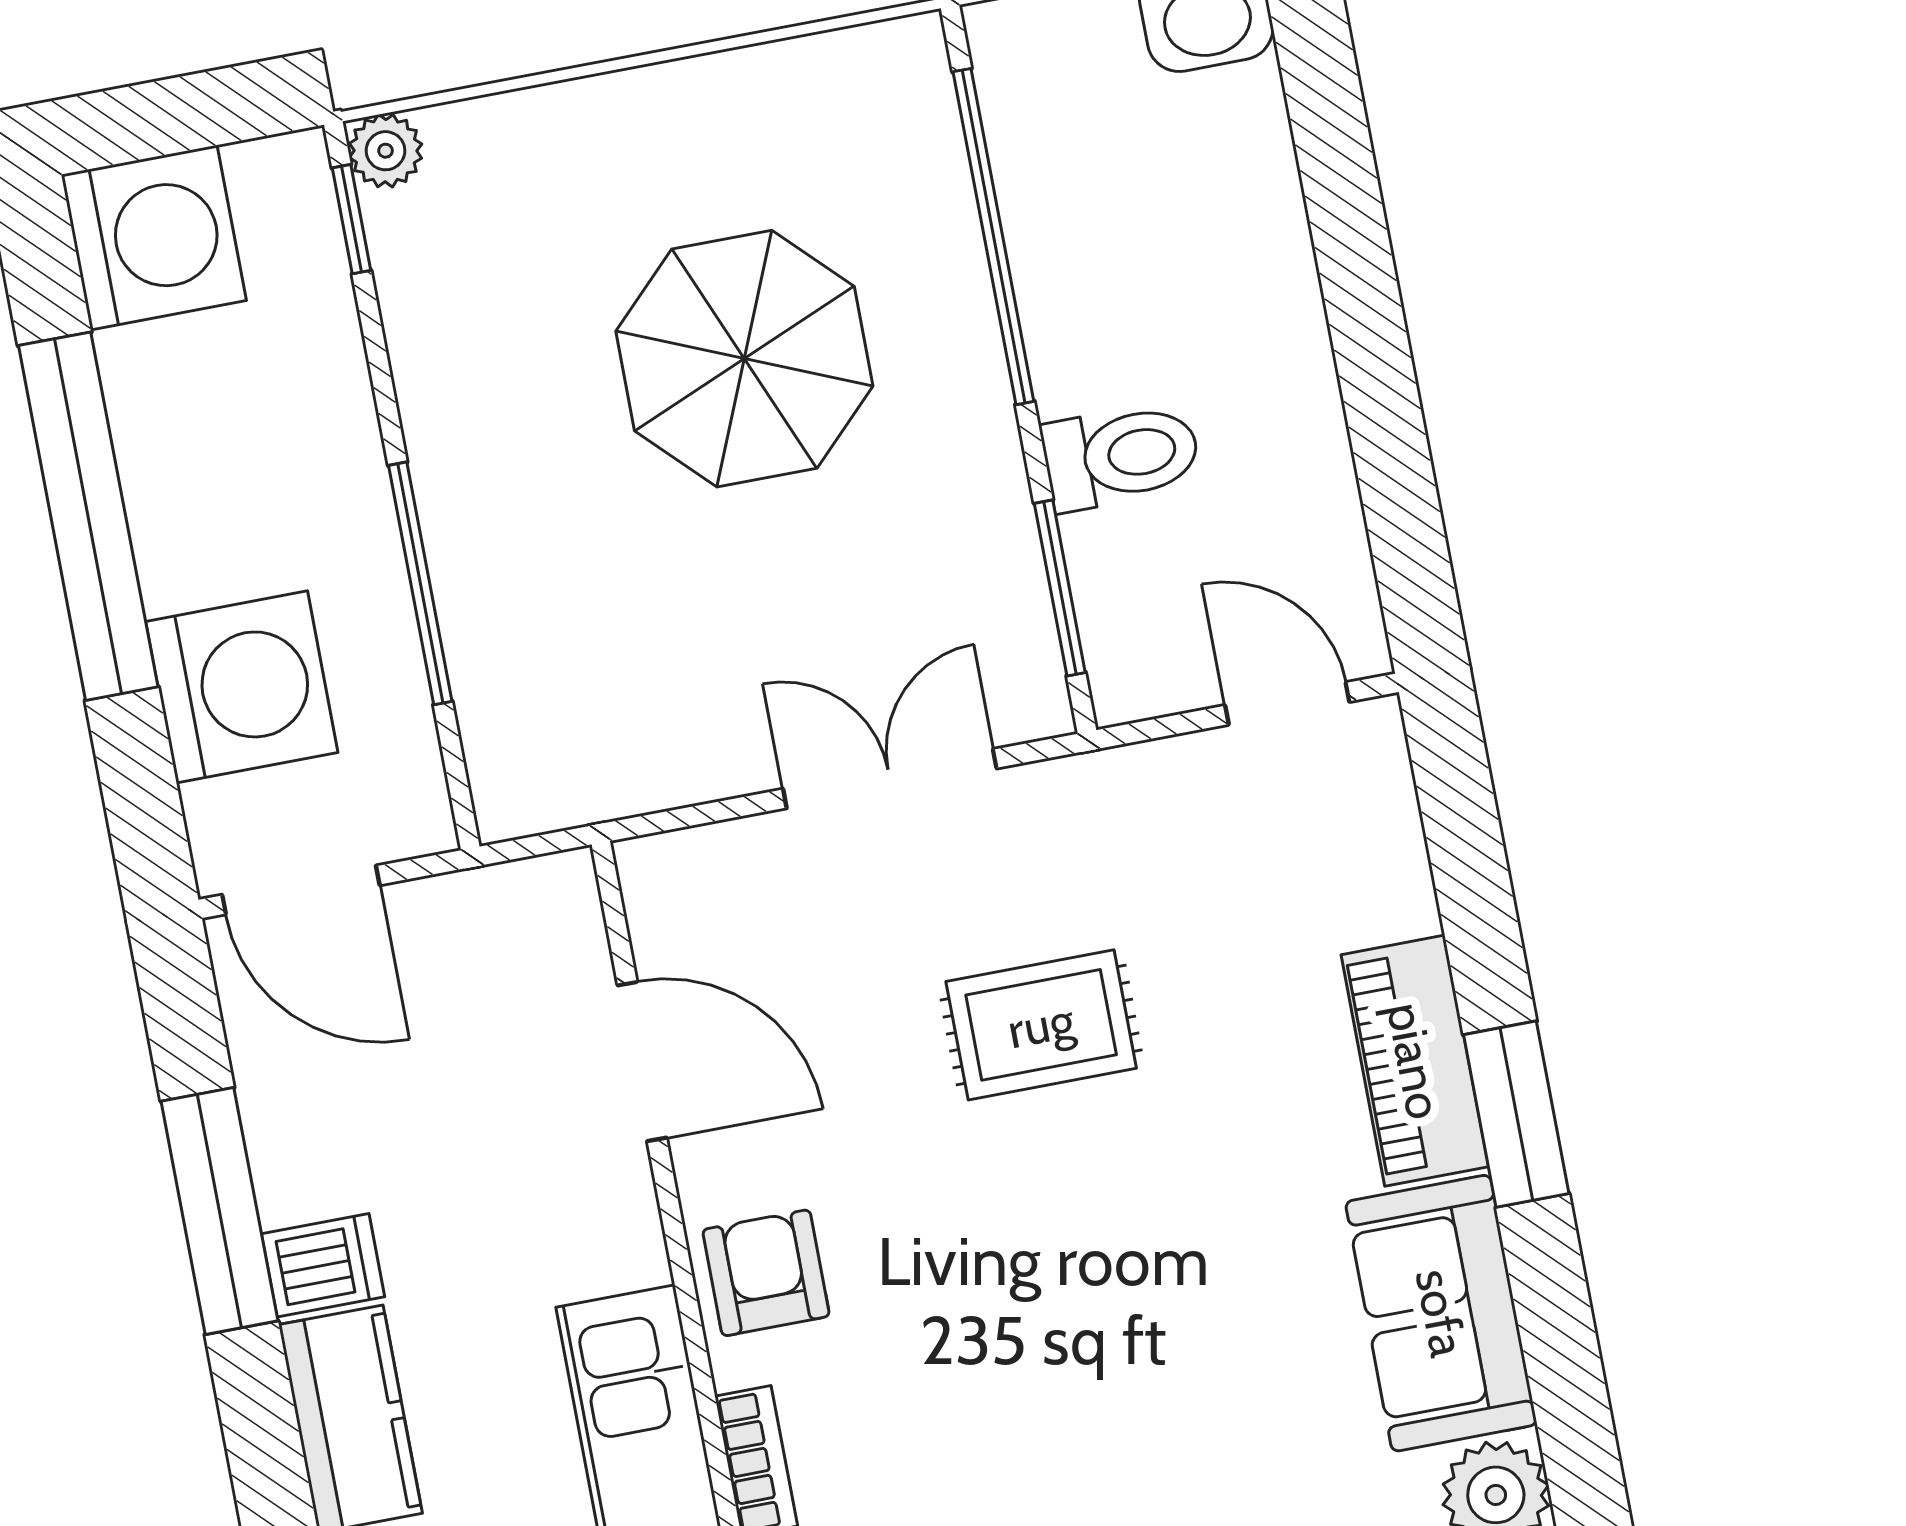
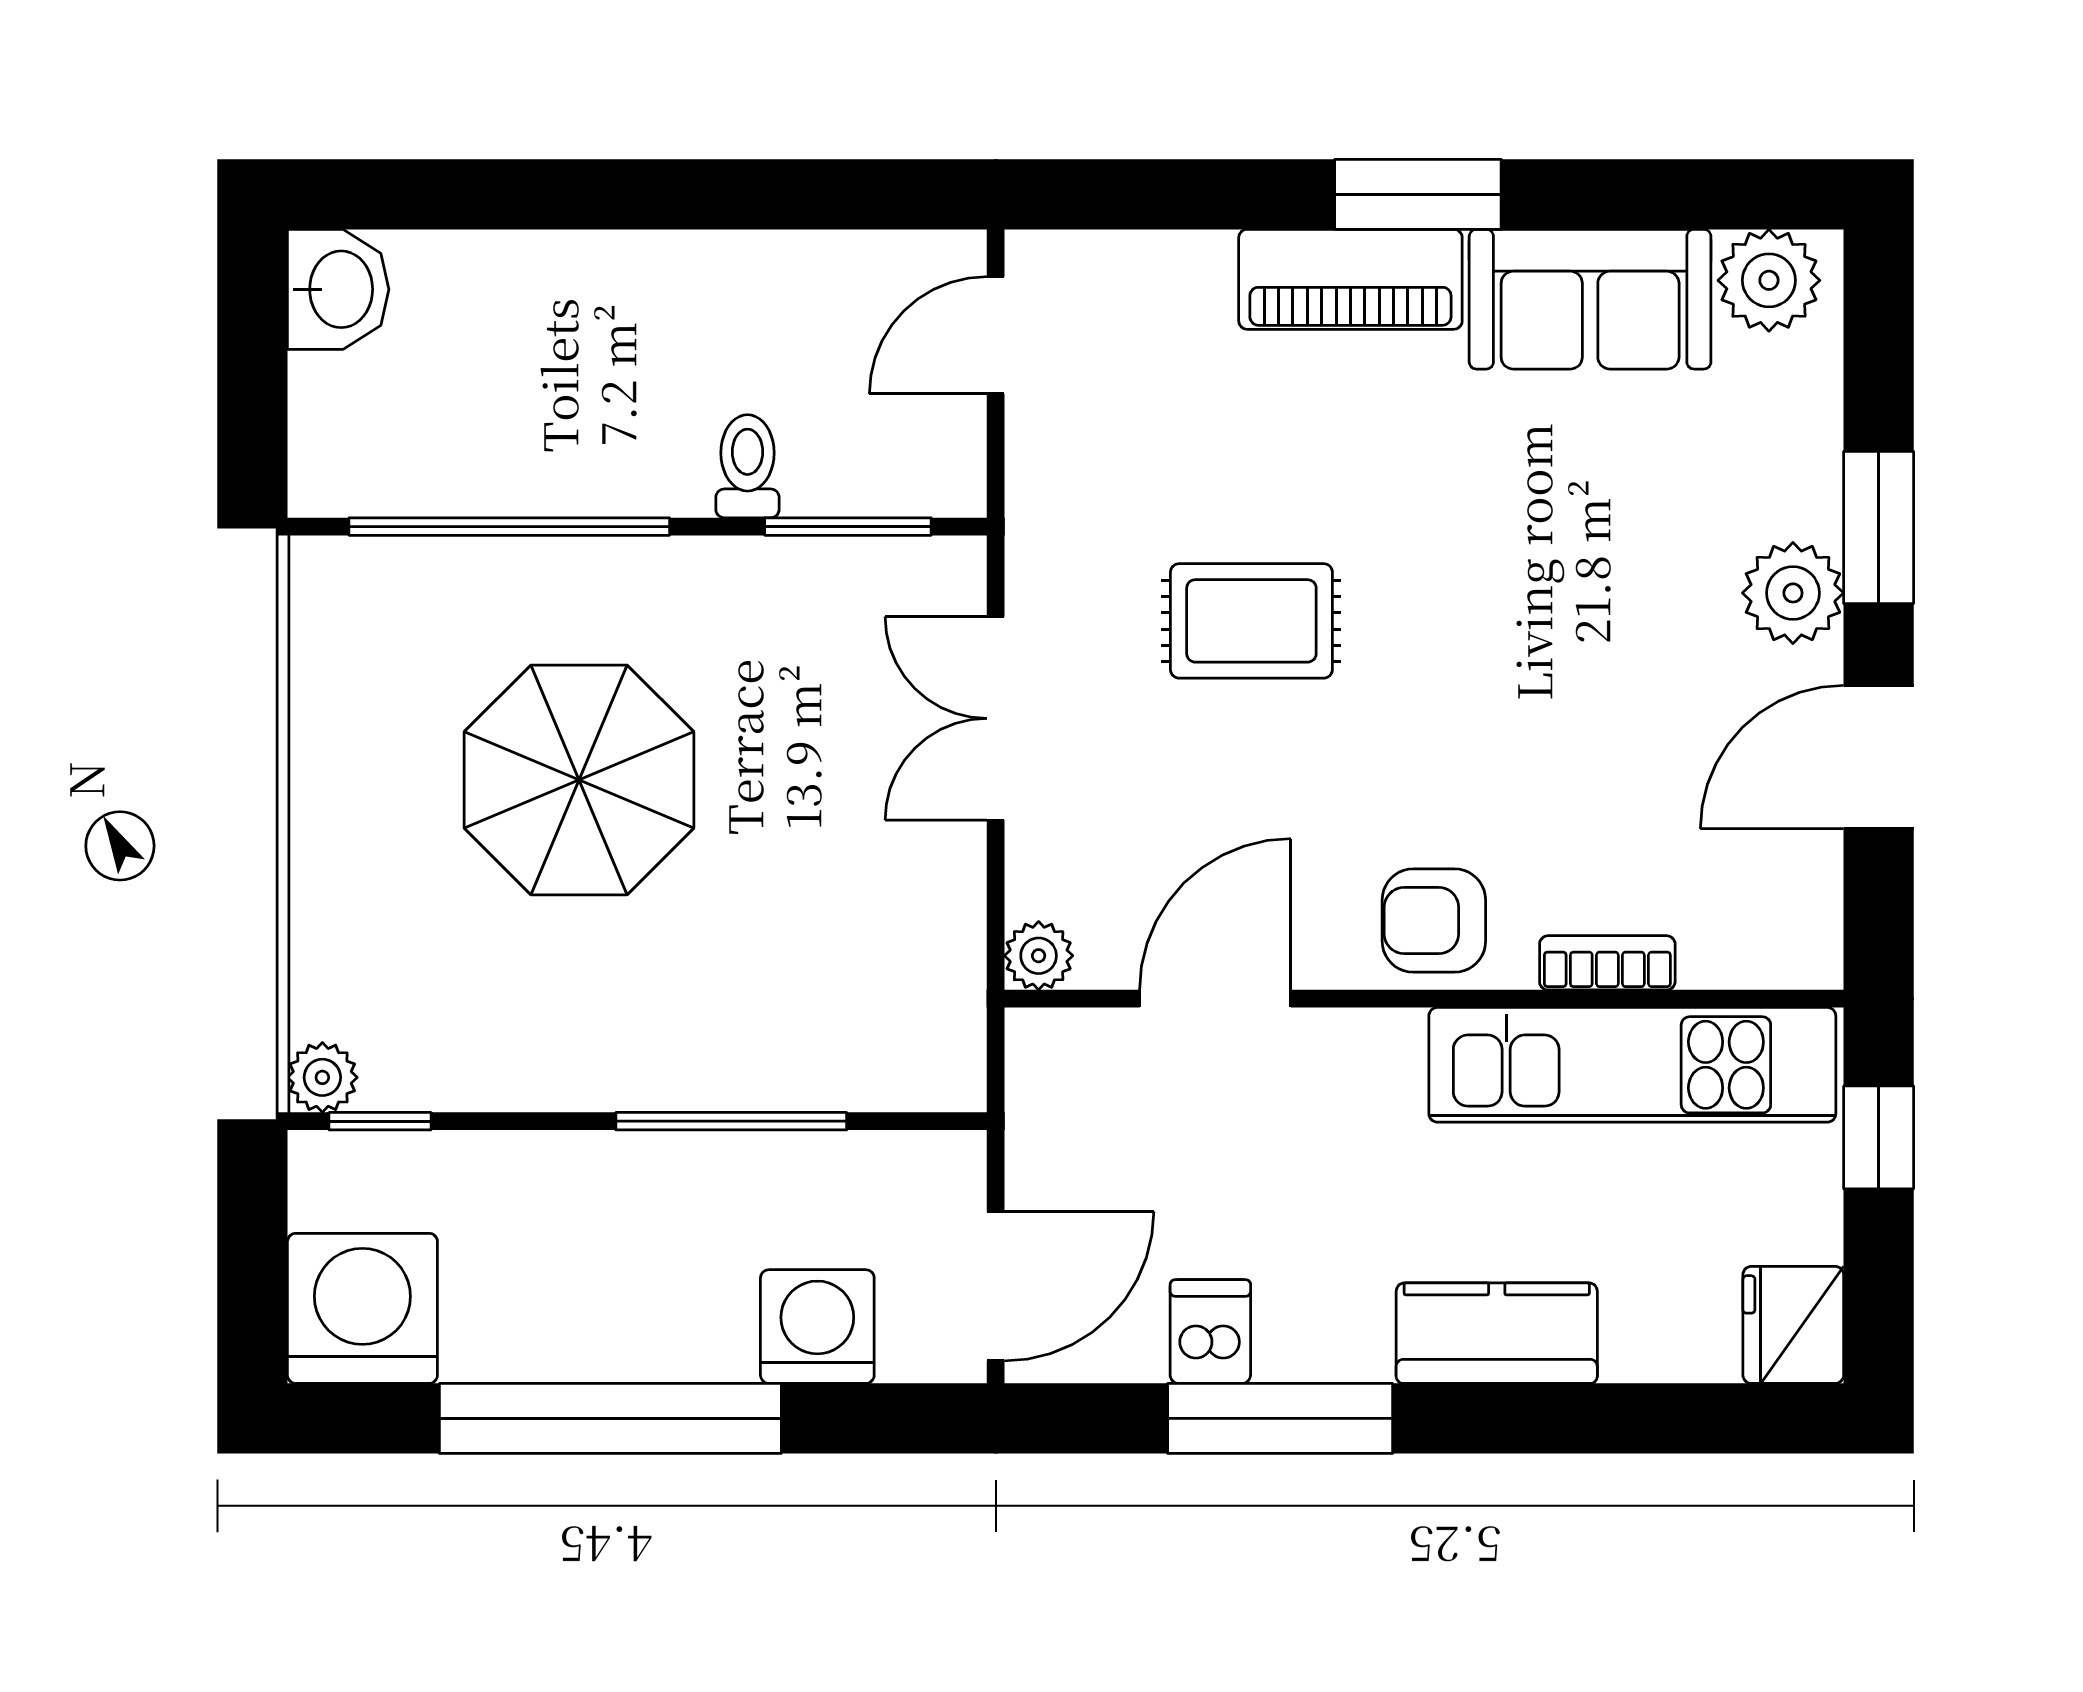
toilet: (1121, 456) -> (747, 466), width x0.73, depth x0.72
washing machine: (242, 687) -> (817, 1327), width x0.73, depth x0.73
plant: (652, 870) -> (1039, 956), added
rug: (1041, 1025) -> (1251, 621), turned 90
dishwasher: (323, 1265) -> (1210, 1332), moved

